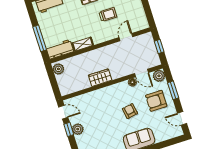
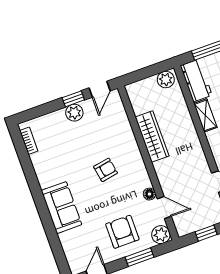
door: (141, 73) -> (164, 208), swing flipped
wardrobe: (100, 78) -> (152, 137), width x1.50
armchair: (130, 111) -> (106, 170), moved

